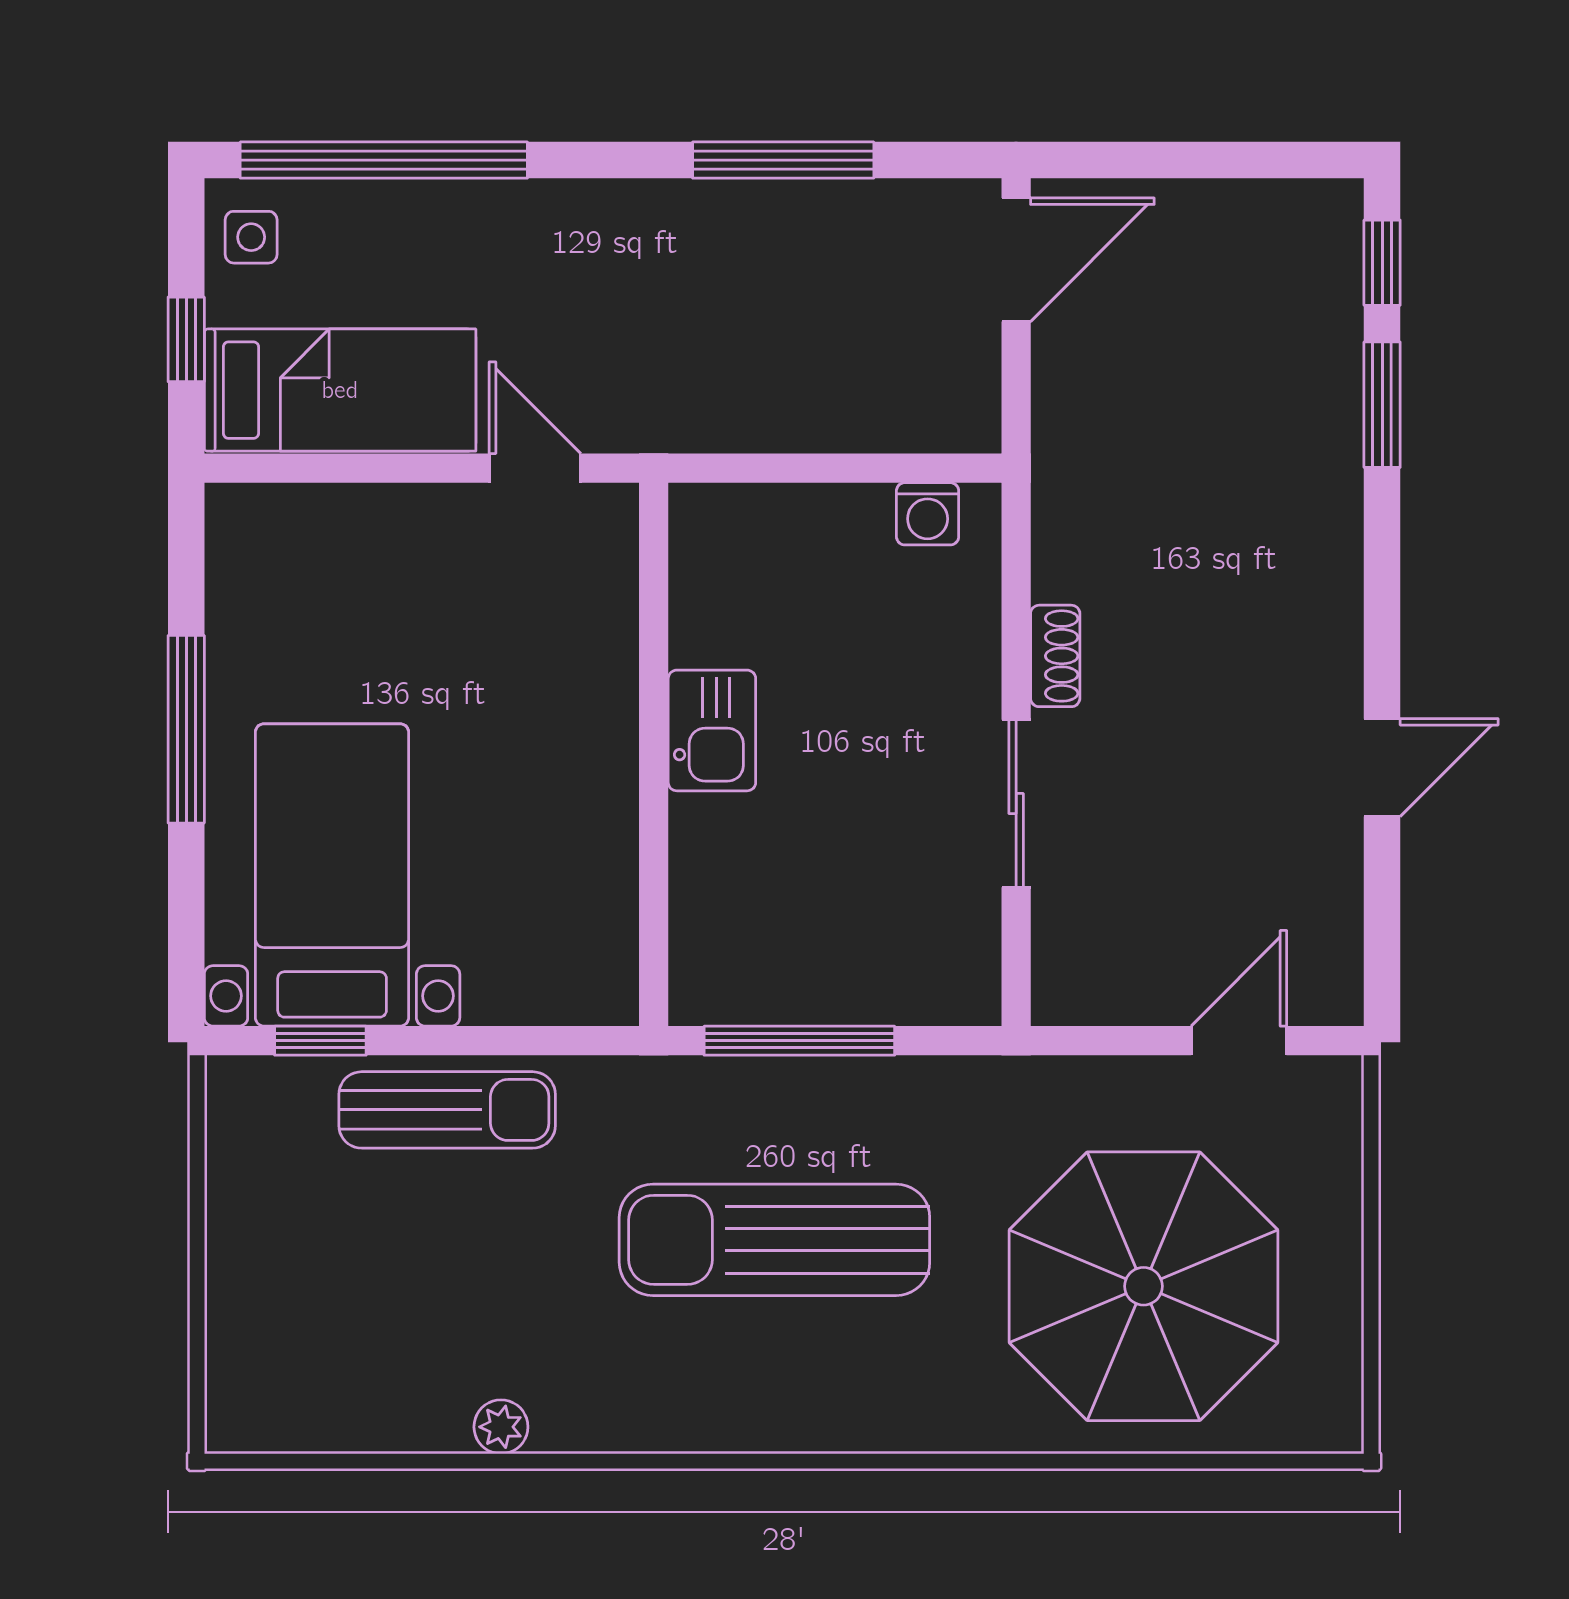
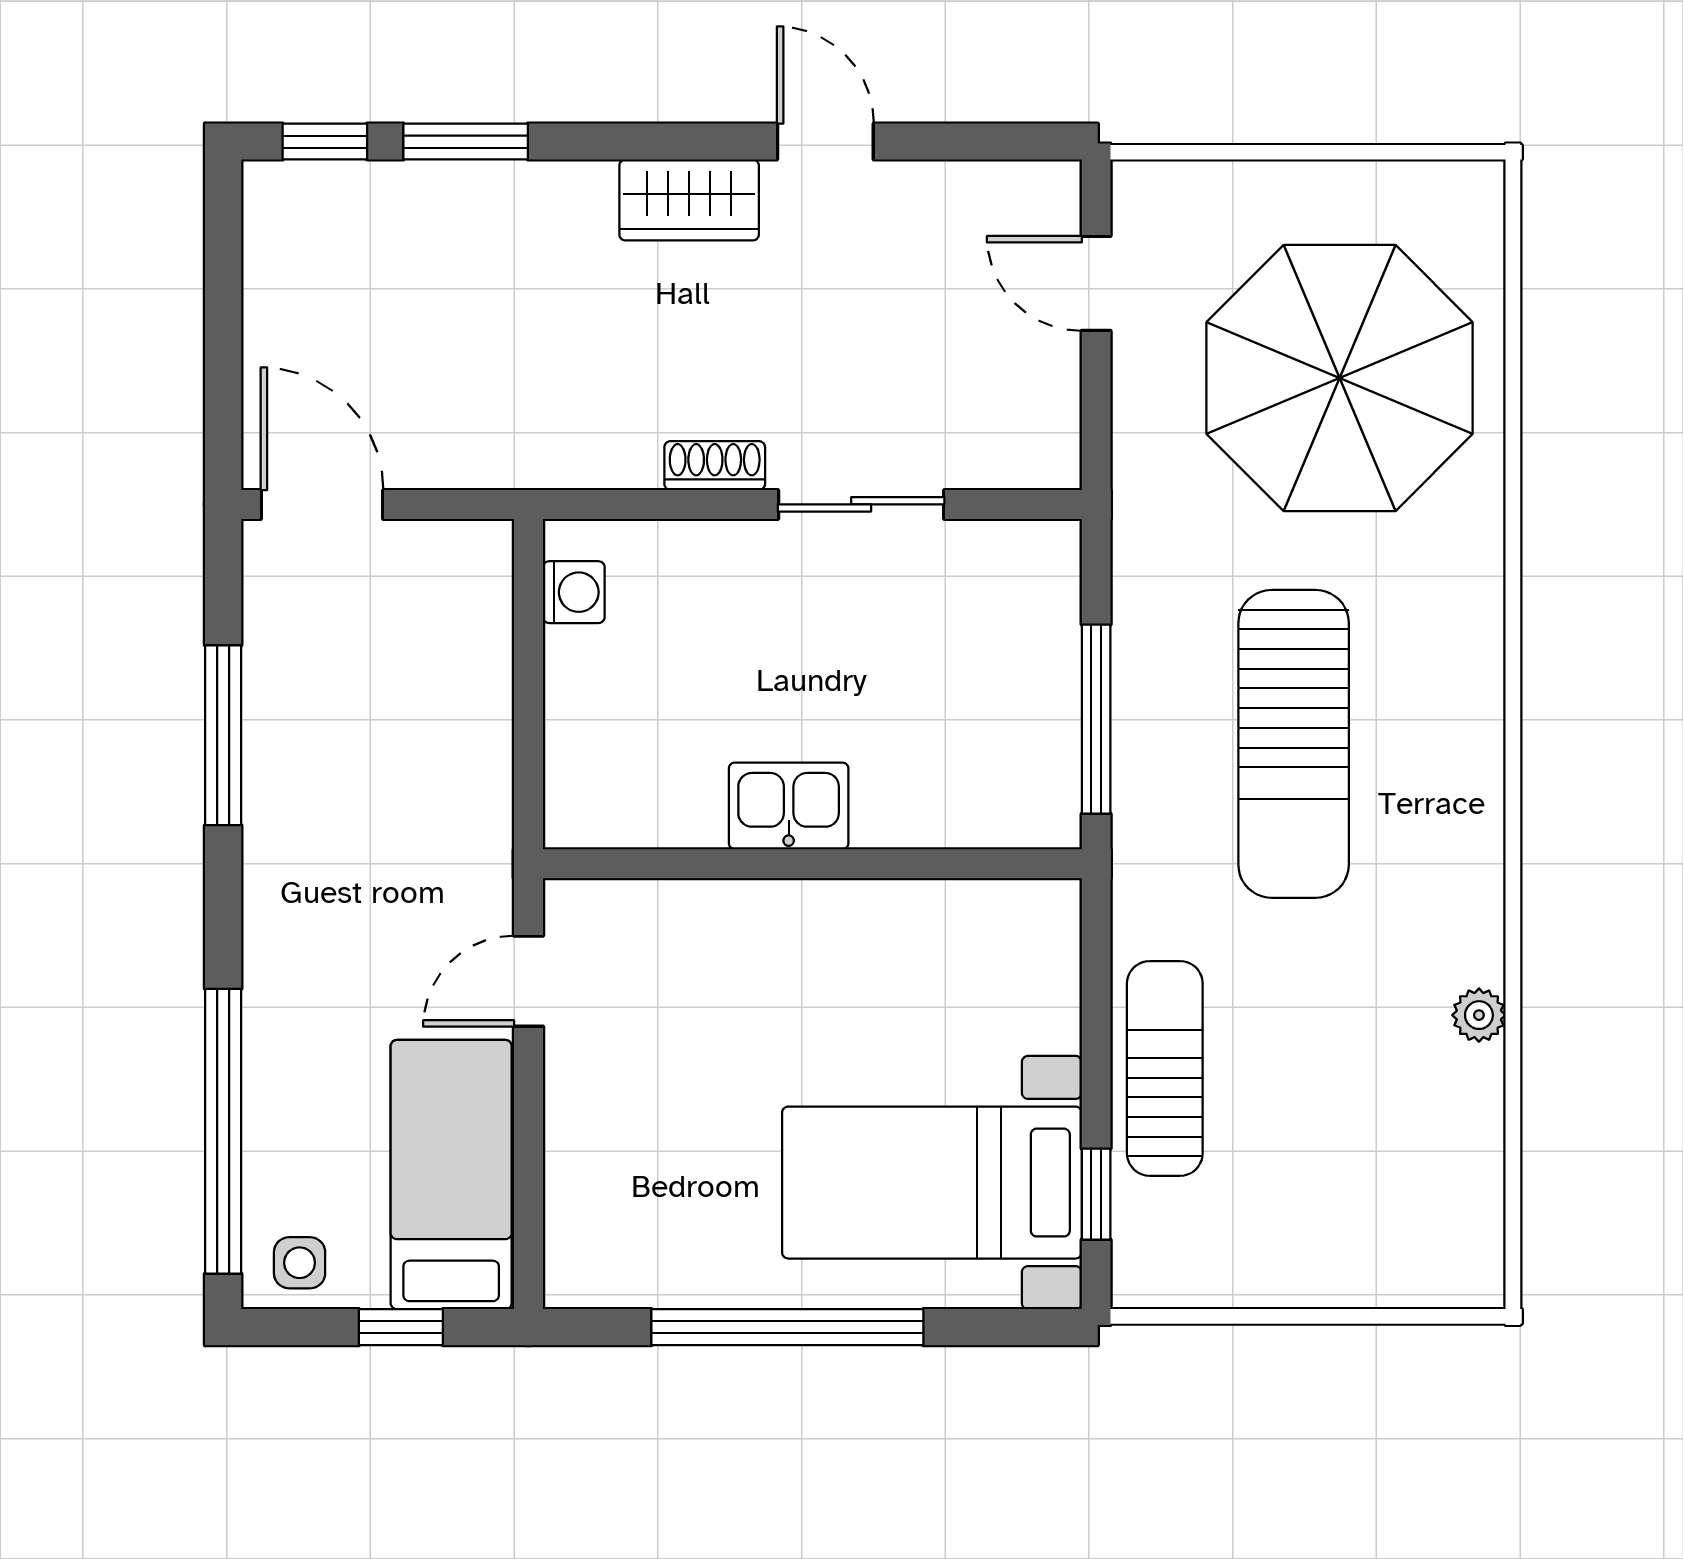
wardrobe: (1323, 630) -> (689, 200), added
window: (186, 729) -> (787, 1327), width x1.46

